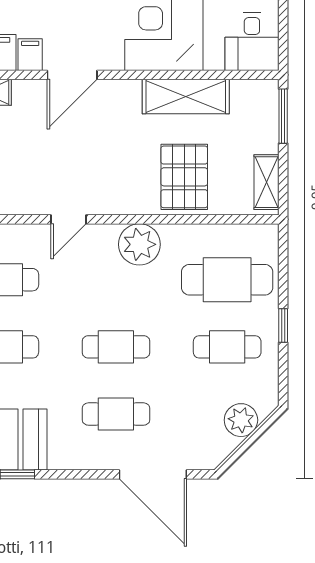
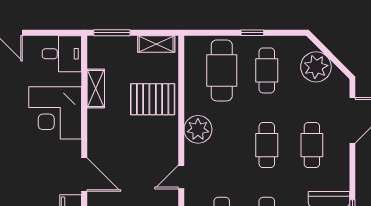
shelving: (186, 96) -> (96, 89), width x0.67, depth x0.75
door: (68, 219) -> (181, 177), swing flipped
plant: (241, 420) -> (316, 67), width x1.36, depth x1.36

